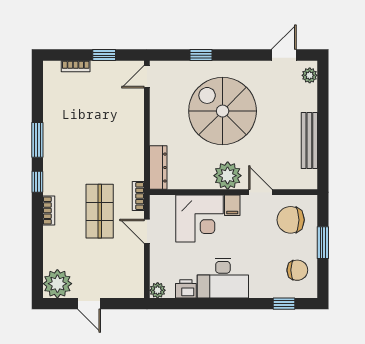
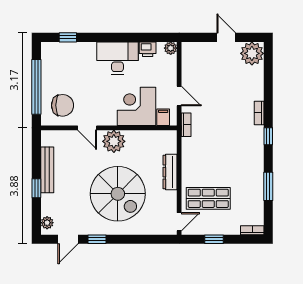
window: (201, 55) -> (97, 239), moved
bookcase: (76, 66) -> (252, 230), moved
window: (323, 118) -> (36, 188), added
window: (37, 140) -> (268, 186), moved
dresser: (158, 168) -> (170, 172), moved
filing cabinet: (232, 205) -> (163, 117), moved
shop shelf: (100, 211) -> (208, 198), moved, turned 90
window: (323, 243) -> (36, 87), width x2.11
chair: (297, 270) -> (57, 64), removed

